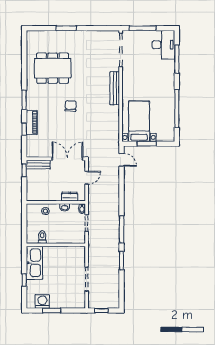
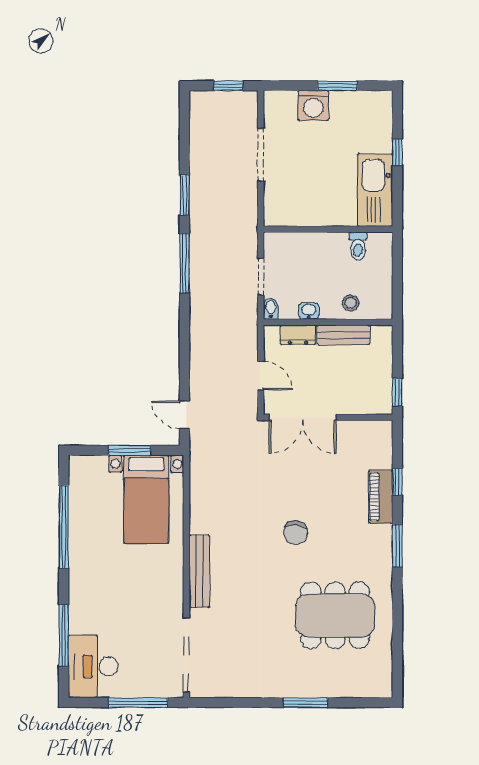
bench: (38, 165) -> (344, 335), moved
door: (87, 178) -> (261, 376), swing flipped
washing machine: (42, 301) -> (313, 105), moved

